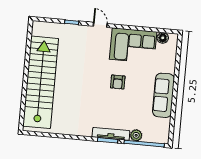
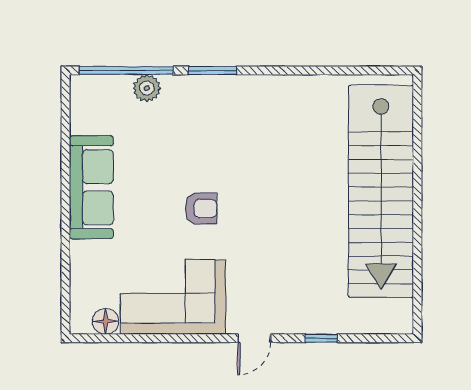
door: (100, 25) -> (254, 338), hinge flipped
armchair: (118, 82) -> (201, 208), turned 90
tv unit: (111, 134) -> (206, 86), removed

